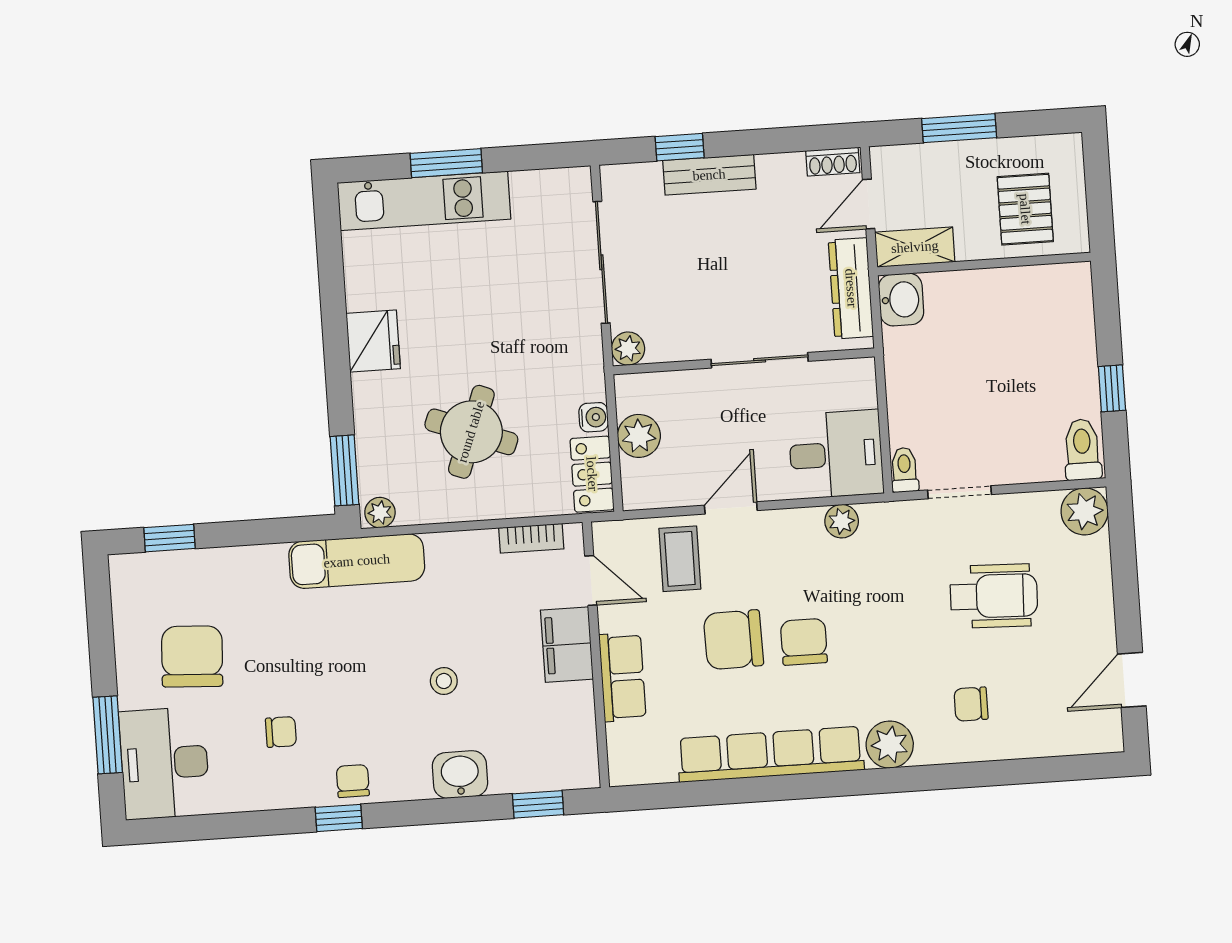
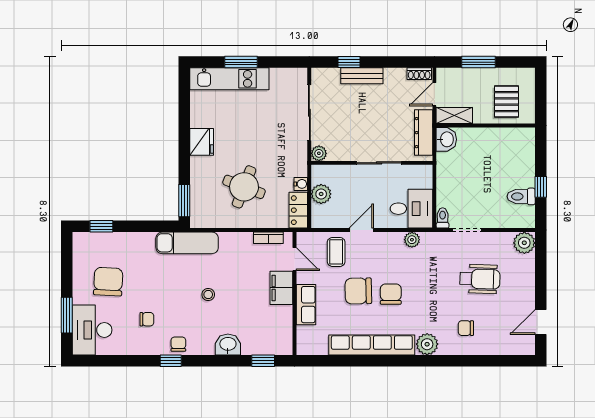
toilet: (1082, 450) -> (521, 196), moved, turned -90
plant: (380, 513) -> (199, 221), removed
stool: (444, 681) -> (208, 295), moved

